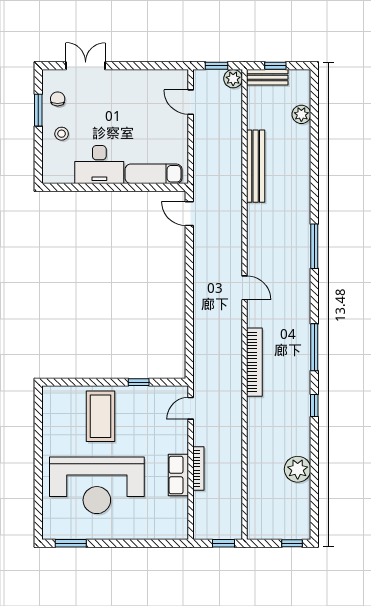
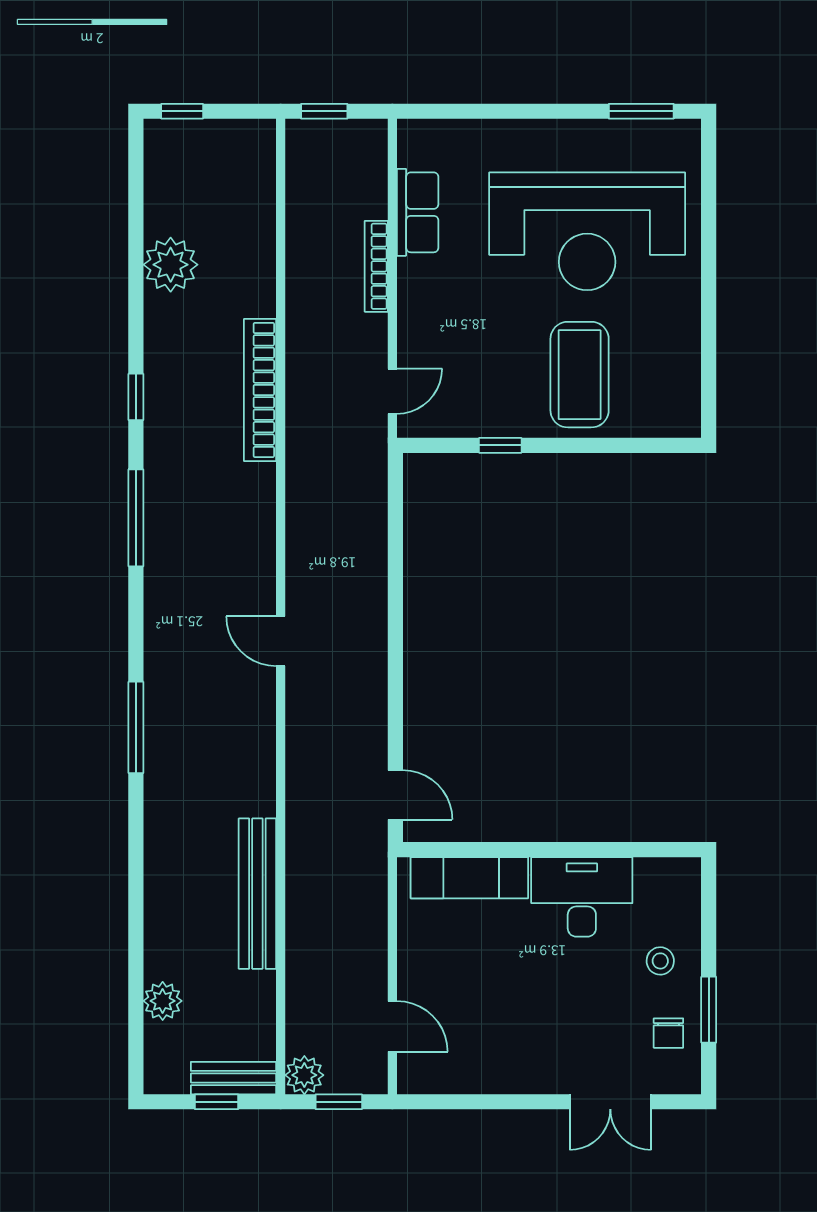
bookcase: (254, 362) -> (260, 390), moved
row of seats: (178, 475) -> (418, 212), moved
reception desk: (97, 485) -> (587, 231), turned 180

